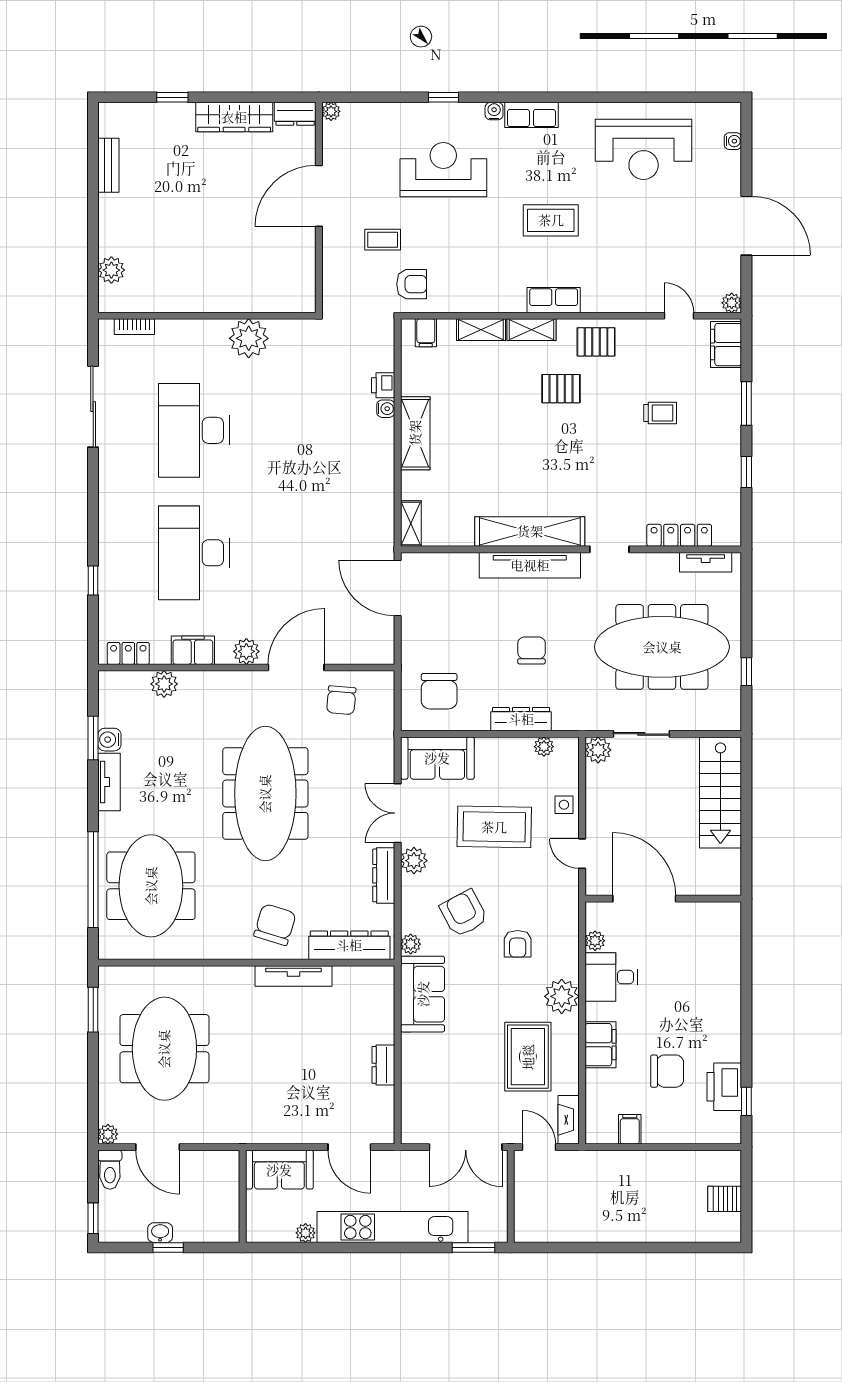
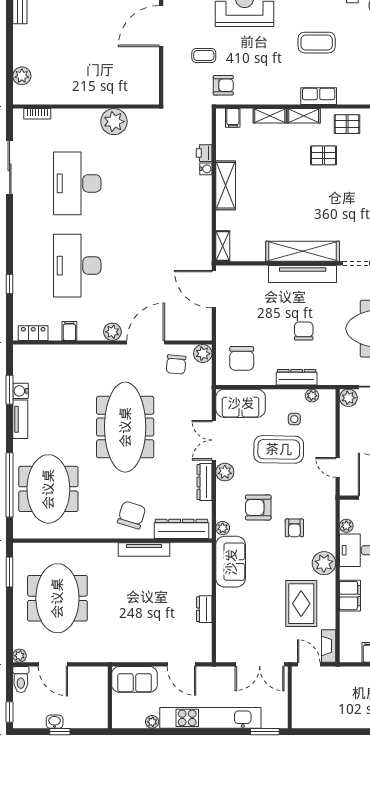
filing cabinet: (193, 650) -> (69, 331), width x0.50
plant: (164, 684) -> (203, 354), moved
side table: (564, 805) -> (294, 419), moved
armchair: (464, 913) -> (258, 507), turned -62

